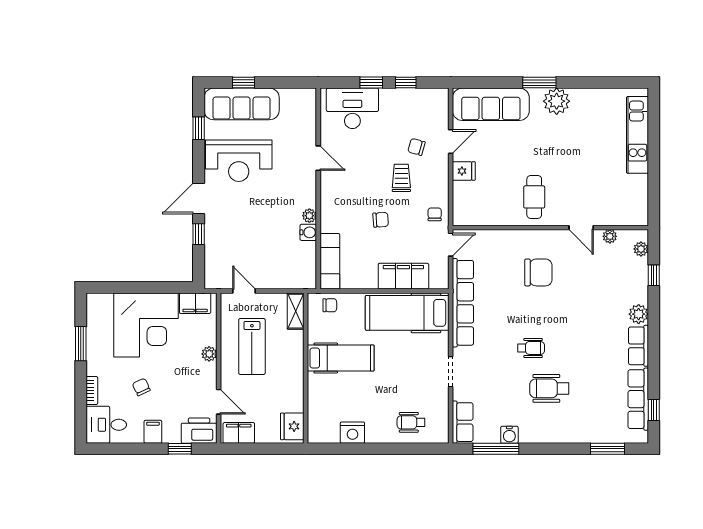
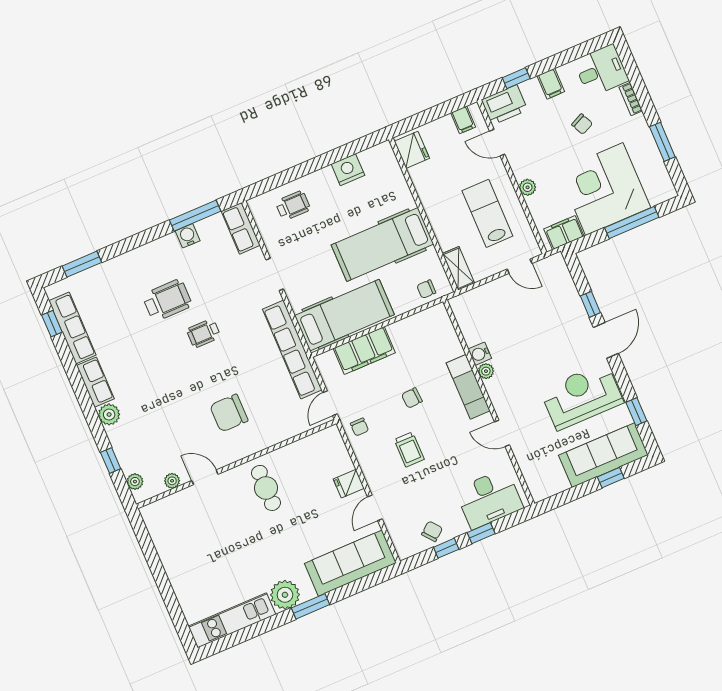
kitchen unit: (637, 135) -> (232, 620), moved, turned -90
chair: (416, 147) -> (432, 531), moved, turned -55
exam couch: (330, 261) -> (468, 387), moved
window: (135, 287) -> (632, 222), added
hospital bed: (341, 358) -> (382, 244), width x1.37, depth x1.29
filing cabinet: (239, 433) -> (463, 120), width x0.50

